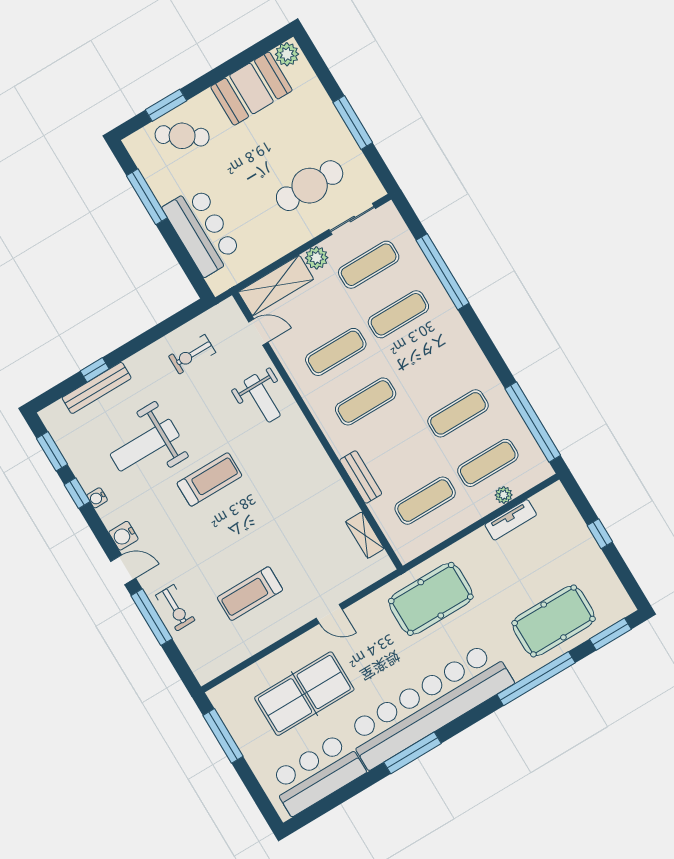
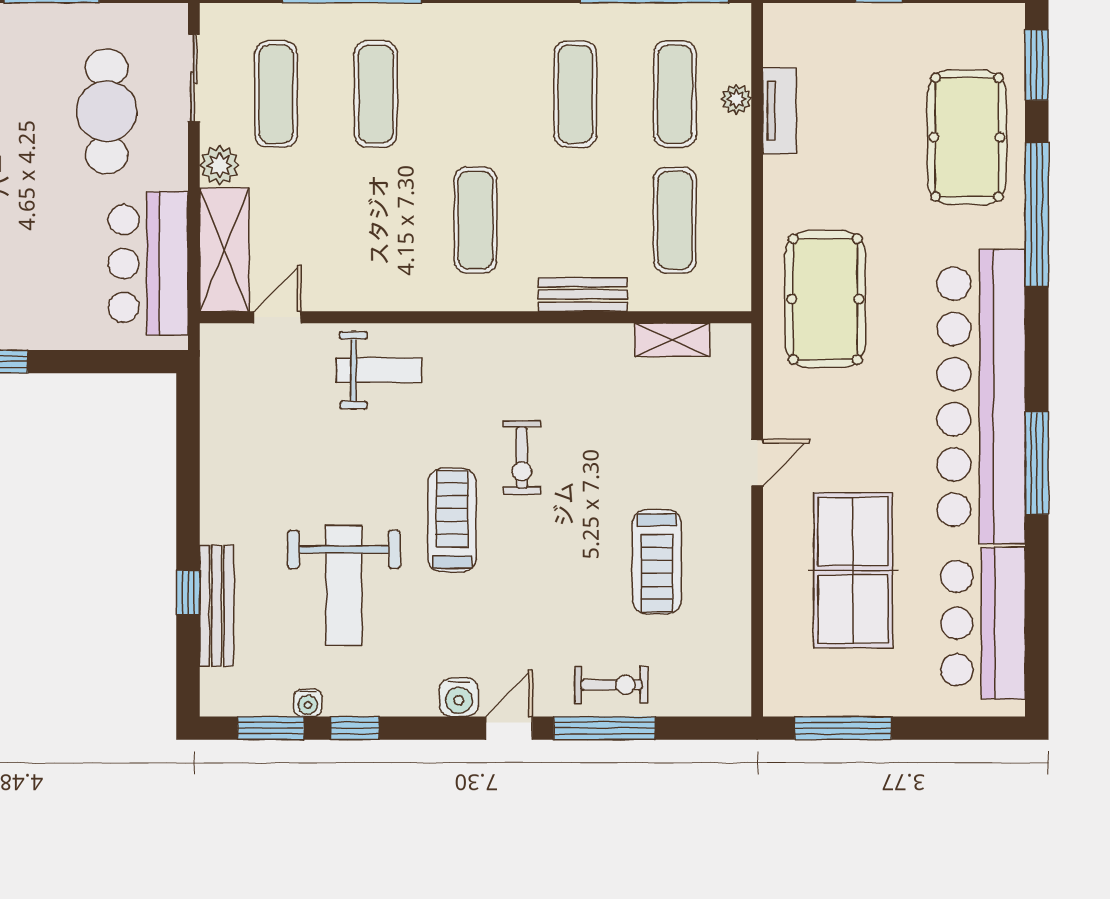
bar counter: (202, 231) -> (148, 263), moved, turned -90
exercise mat: (336, 352) -> (376, 220), removed
exercise bike: (192, 354) -> (522, 458), moved
water cooler: (97, 498) -> (308, 703), moved

